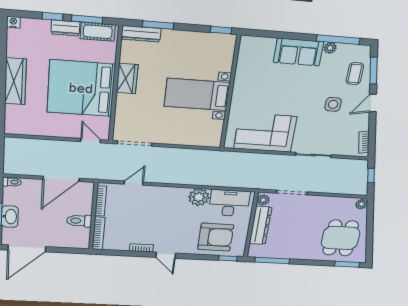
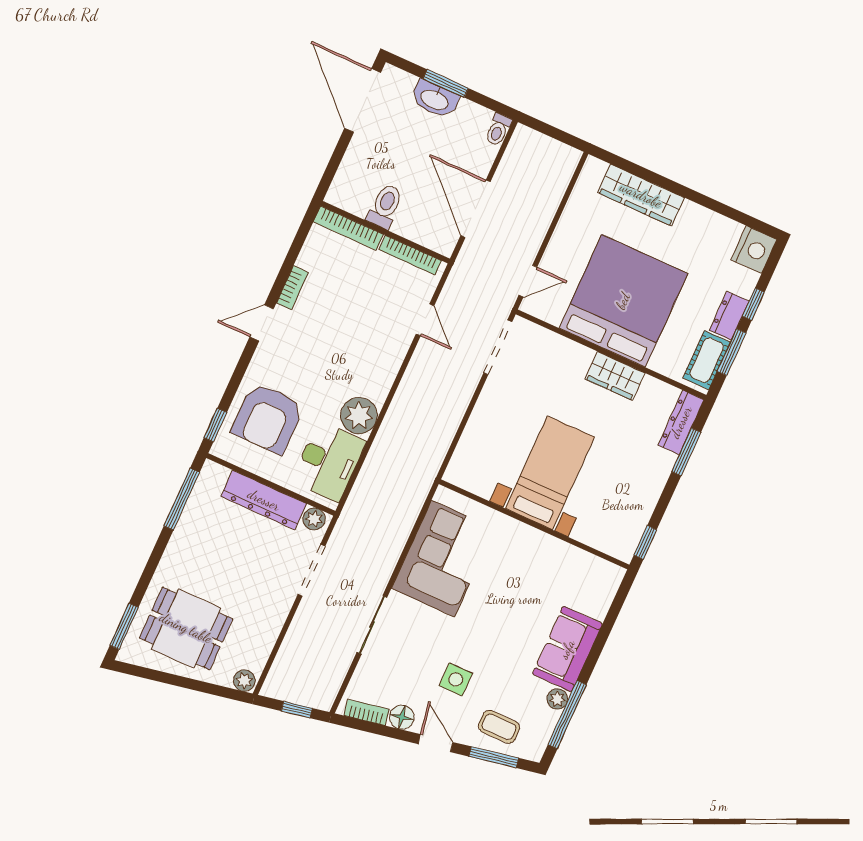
nightstand: (13, 22) -> (754, 250), width x1.89, depth x1.79
wardrobe: (15, 81) -> (641, 195), moved
floor lamp: (362, 124) -> (402, 717), added

